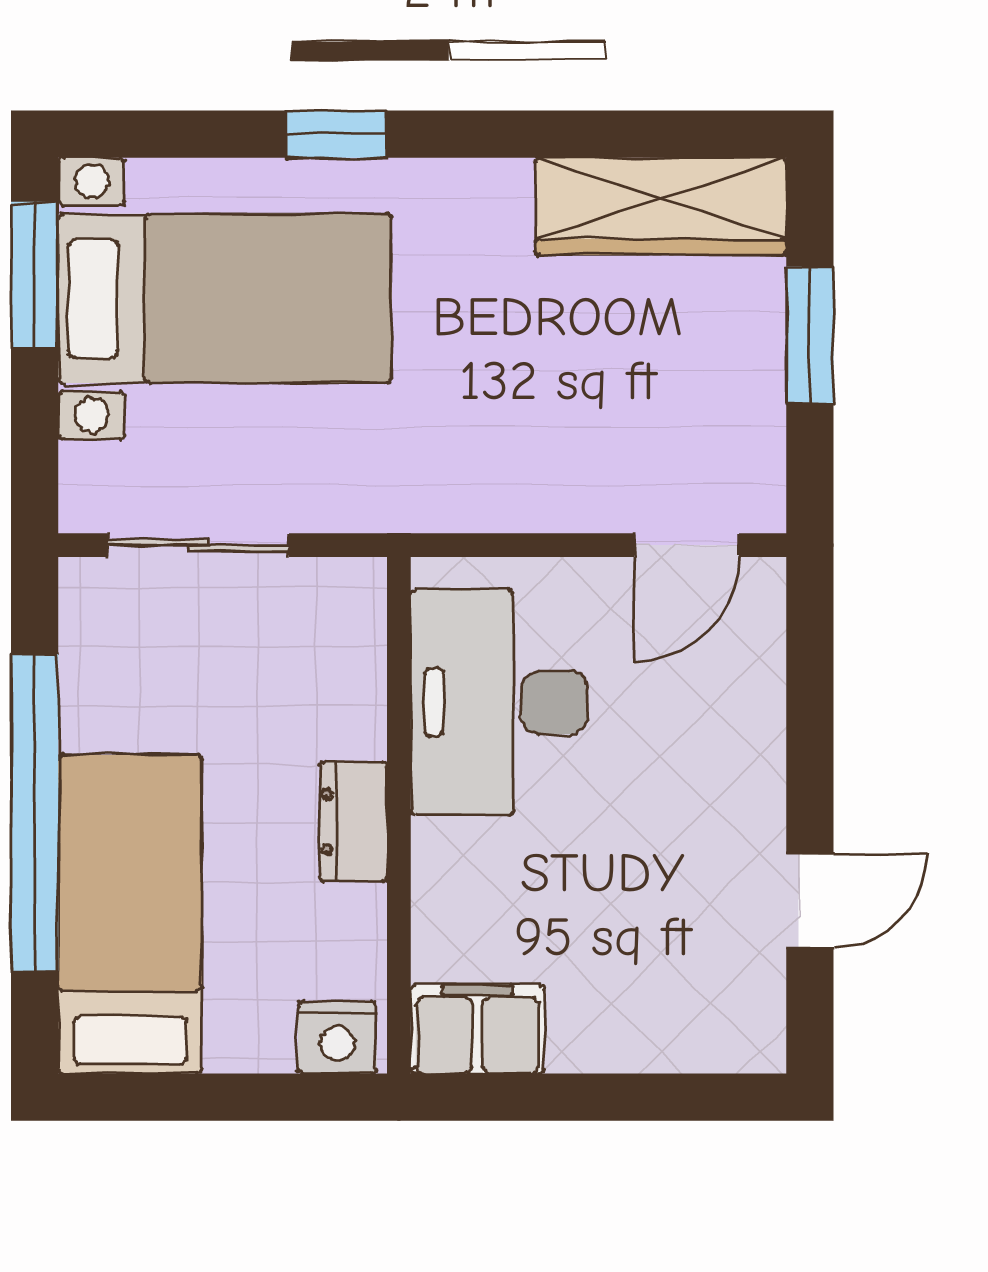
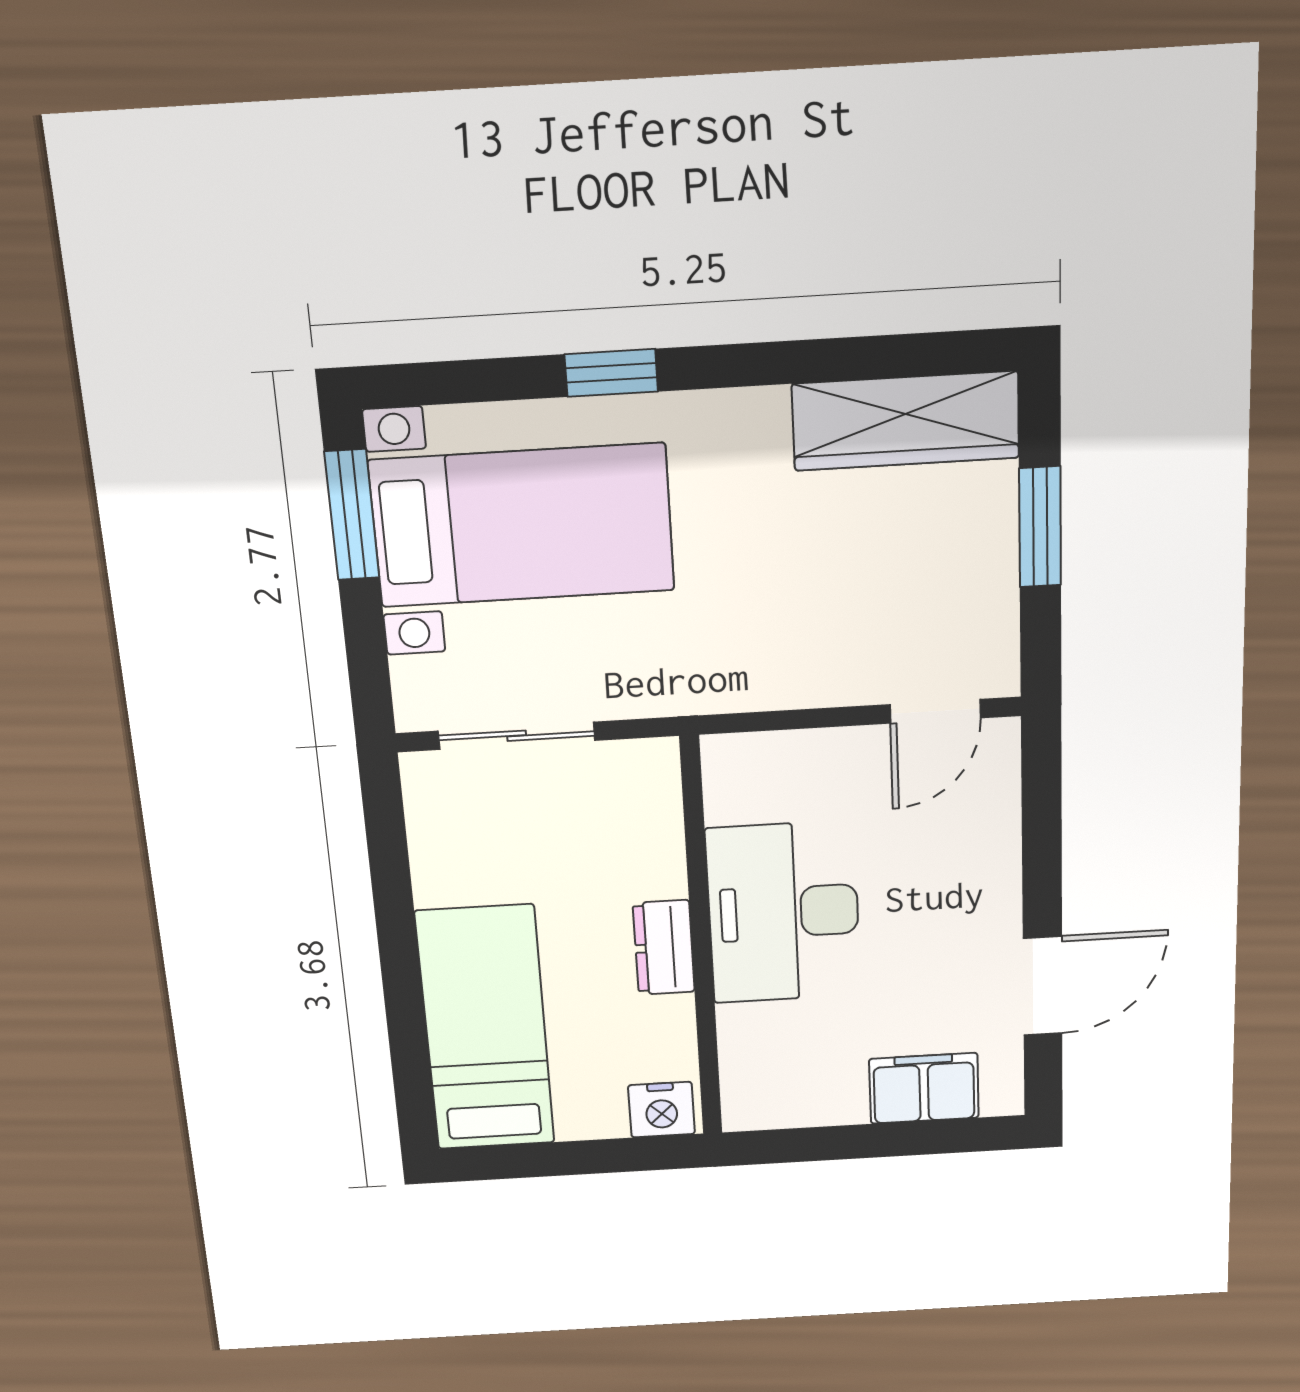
desk: (499, 702) -> (783, 912), moved
window: (35, 813) -> (399, 956), removed
door: (810, 901) -> (1043, 986), width x1.38
filing cabinet: (477, 1029) -> (924, 1088), moved

